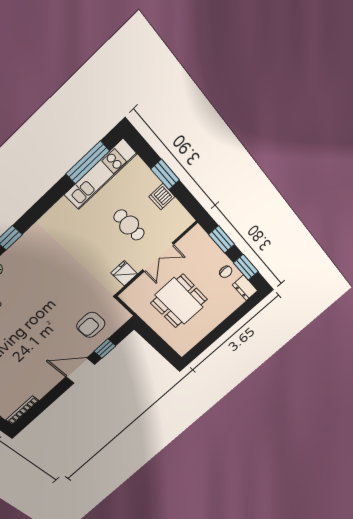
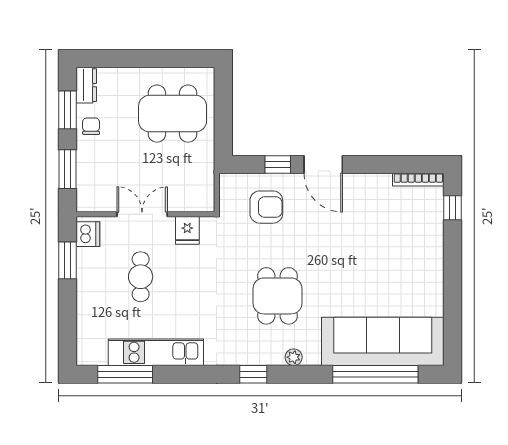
kitchen unit: (101, 174) -> (156, 352), moved
window: (165, 175) -> (67, 260), moved
dishwasher: (162, 197) -> (88, 234), moved
dining table: (39, 290) -> (278, 296), added
dining table: (179, 301) -> (173, 114), moved, turned 90

